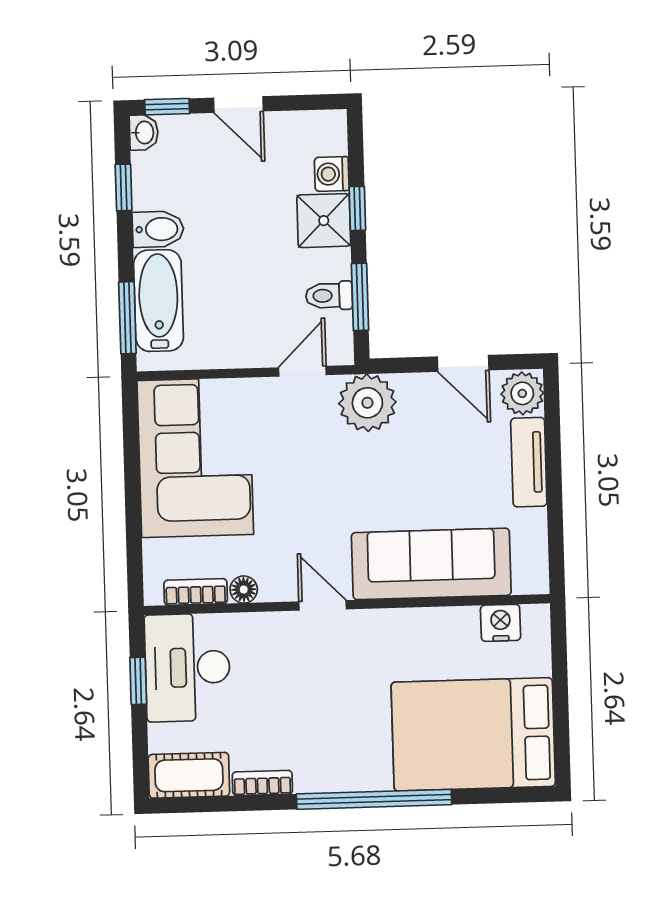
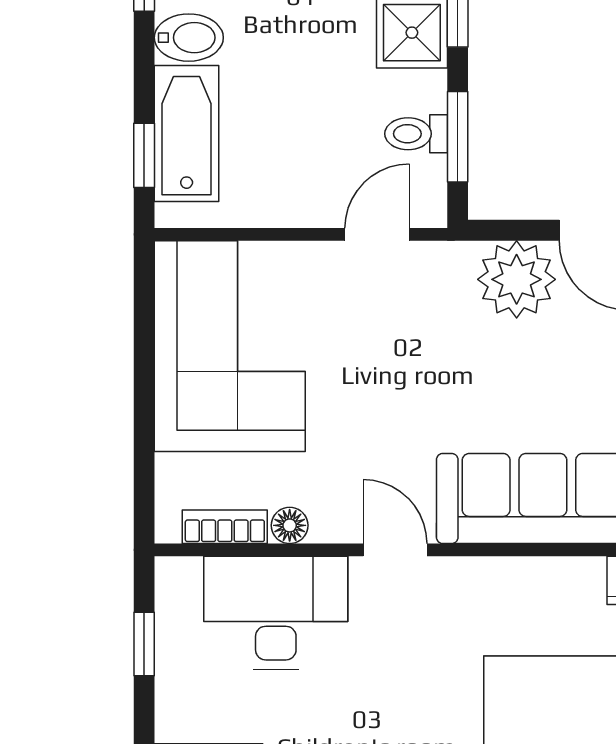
window: (127, 318) -> (144, 155), width x0.67
plant: (367, 403) -> (517, 279), moved
desk: (187, 667) -> (276, 613), moved, turned 90

